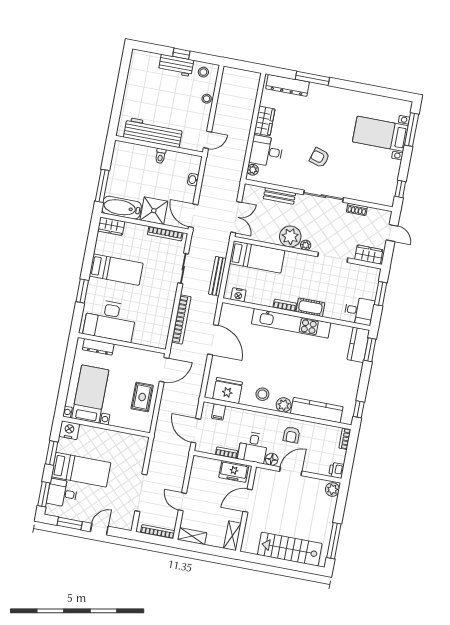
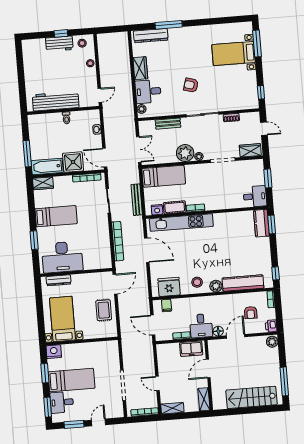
cot: (310, 307) -> (175, 207), moved
kitchen unit: (291, 323) -> (181, 223), moved
armchair: (291, 435) -> (251, 313), moved

